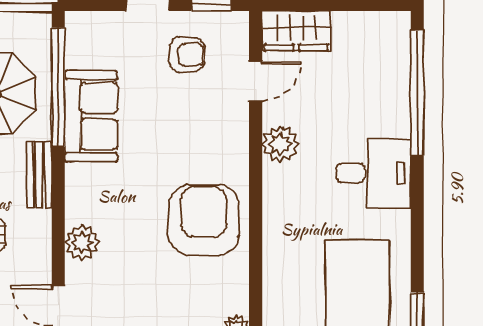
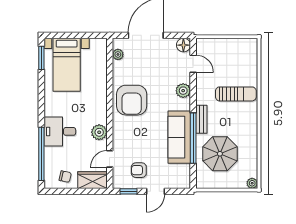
chair: (361, 39) -> (65, 177), added
window: (58, 87) -> (193, 138), moved
sofa: (91, 116) -> (179, 137), width x1.36
desk: (374, 173) -> (60, 131), moved

